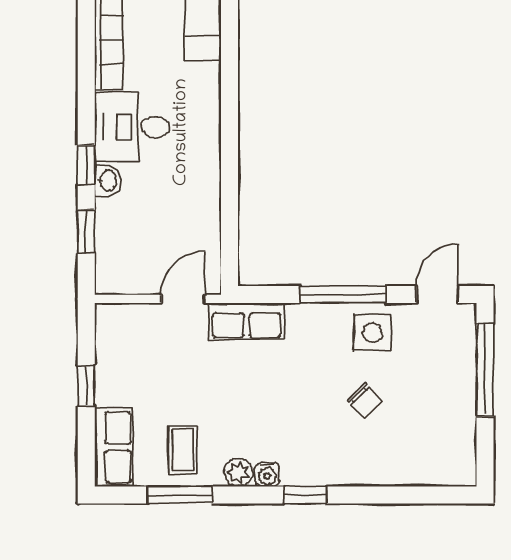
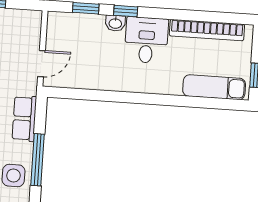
door: (183, 299) -> (41, 64), hinge flipped
row of seats: (247, 321) -> (24, 118), moved

